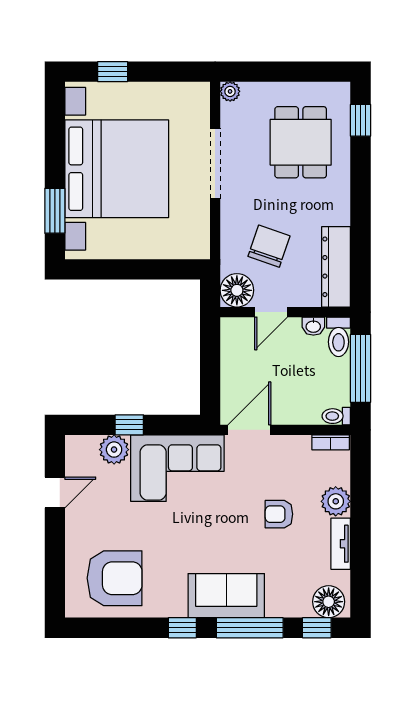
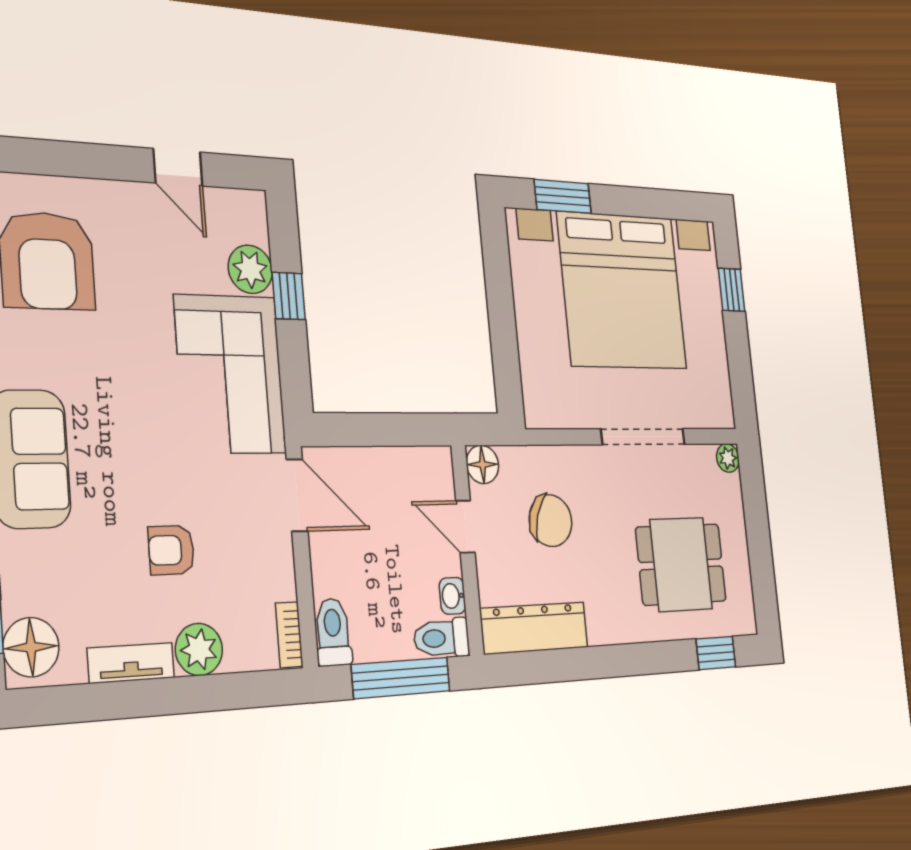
floor lamp: (237, 290) -> (482, 464), width x0.73, depth x0.73
toilet: (336, 416) -> (333, 632), width x1.37, depth x1.39
armchair: (279, 514) -> (171, 550), turned -90

